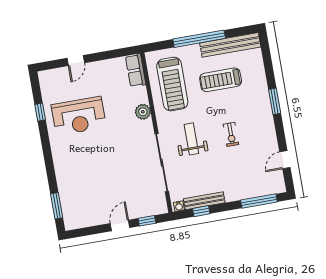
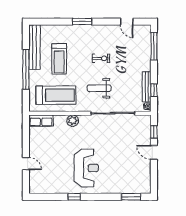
window: (40, 112) -> (74, 197), moved
reception desk: (79, 116) -> (86, 168), moved

